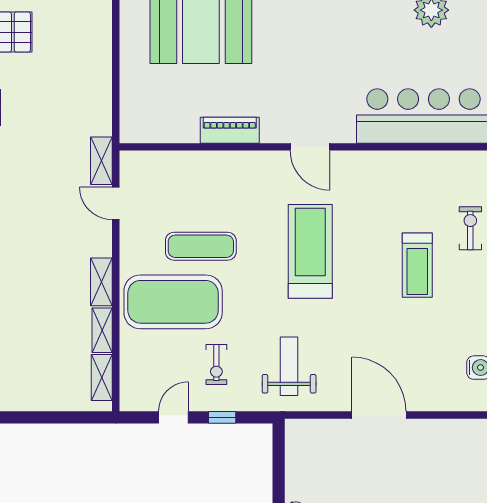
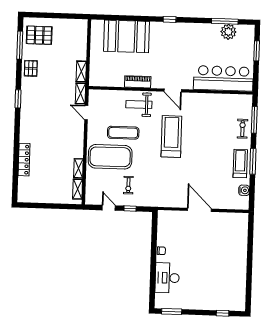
treadmill: (417, 265) -> (240, 164), moved, turned 180
shelving: (101, 282) -> (81, 71), moved
weight bench: (289, 366) -> (139, 105), moved, turned -90
door: (174, 417) -> (109, 208), hinge flipped

